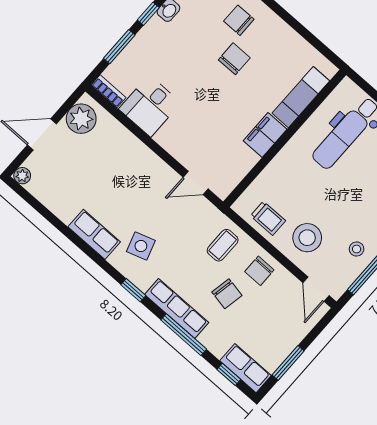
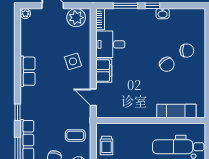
chair: (239, 20) -> (187, 51), turned 90
chair: (234, 59) -> (167, 64), turned 54
filing cabinet: (265, 135) -> (104, 71), moved, turned 90
side table: (141, 246) -> (73, 61), moved

